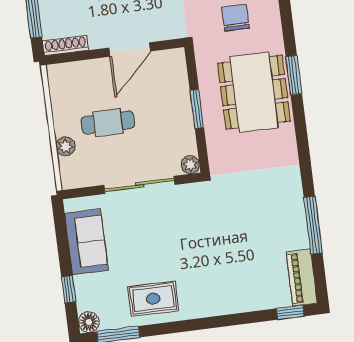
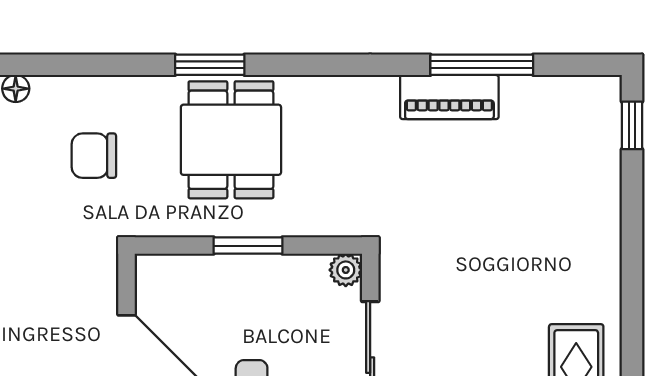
dining table: (254, 92) -> (231, 140), width x0.73
piano: (302, 278) -> (449, 97), moved

